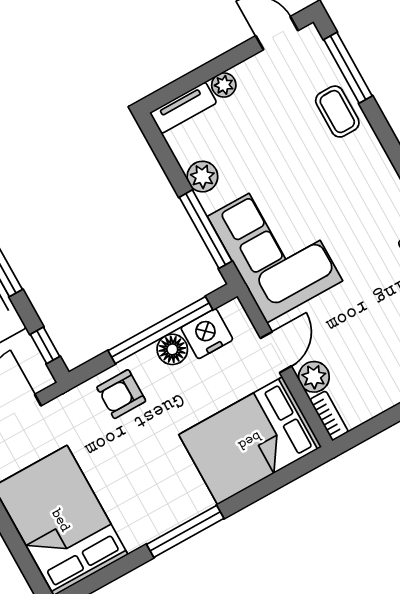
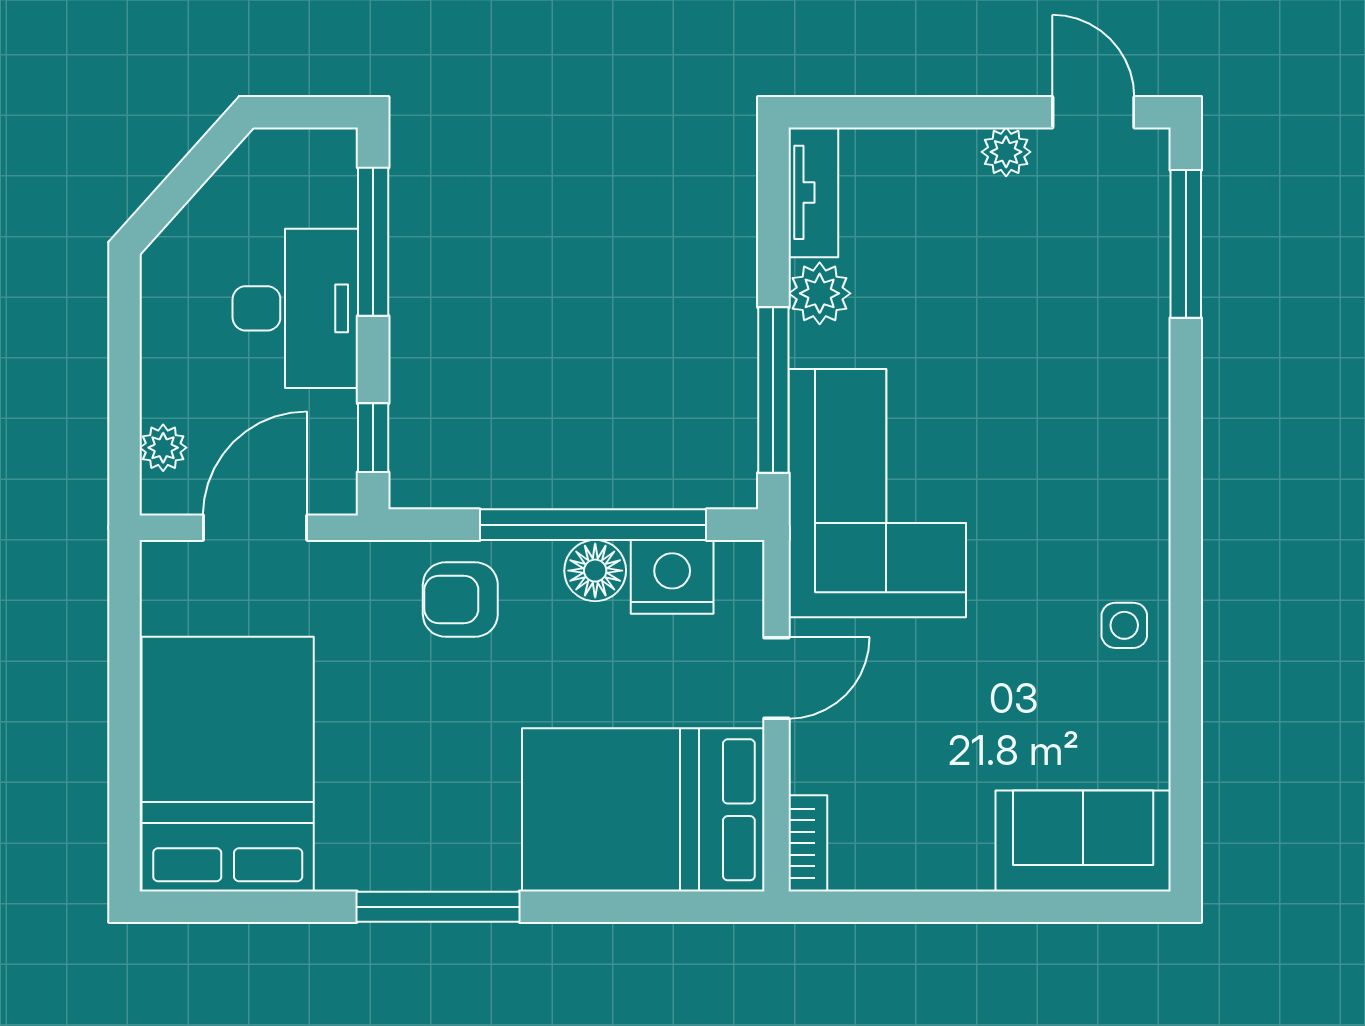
plant: (224, 85) -> (1006, 152), moved
tv unit: (183, 108) -> (813, 192), moved, turned -90
coffee table: (337, 112) -> (1123, 311), removed
plant: (314, 377) -> (820, 759), removed

